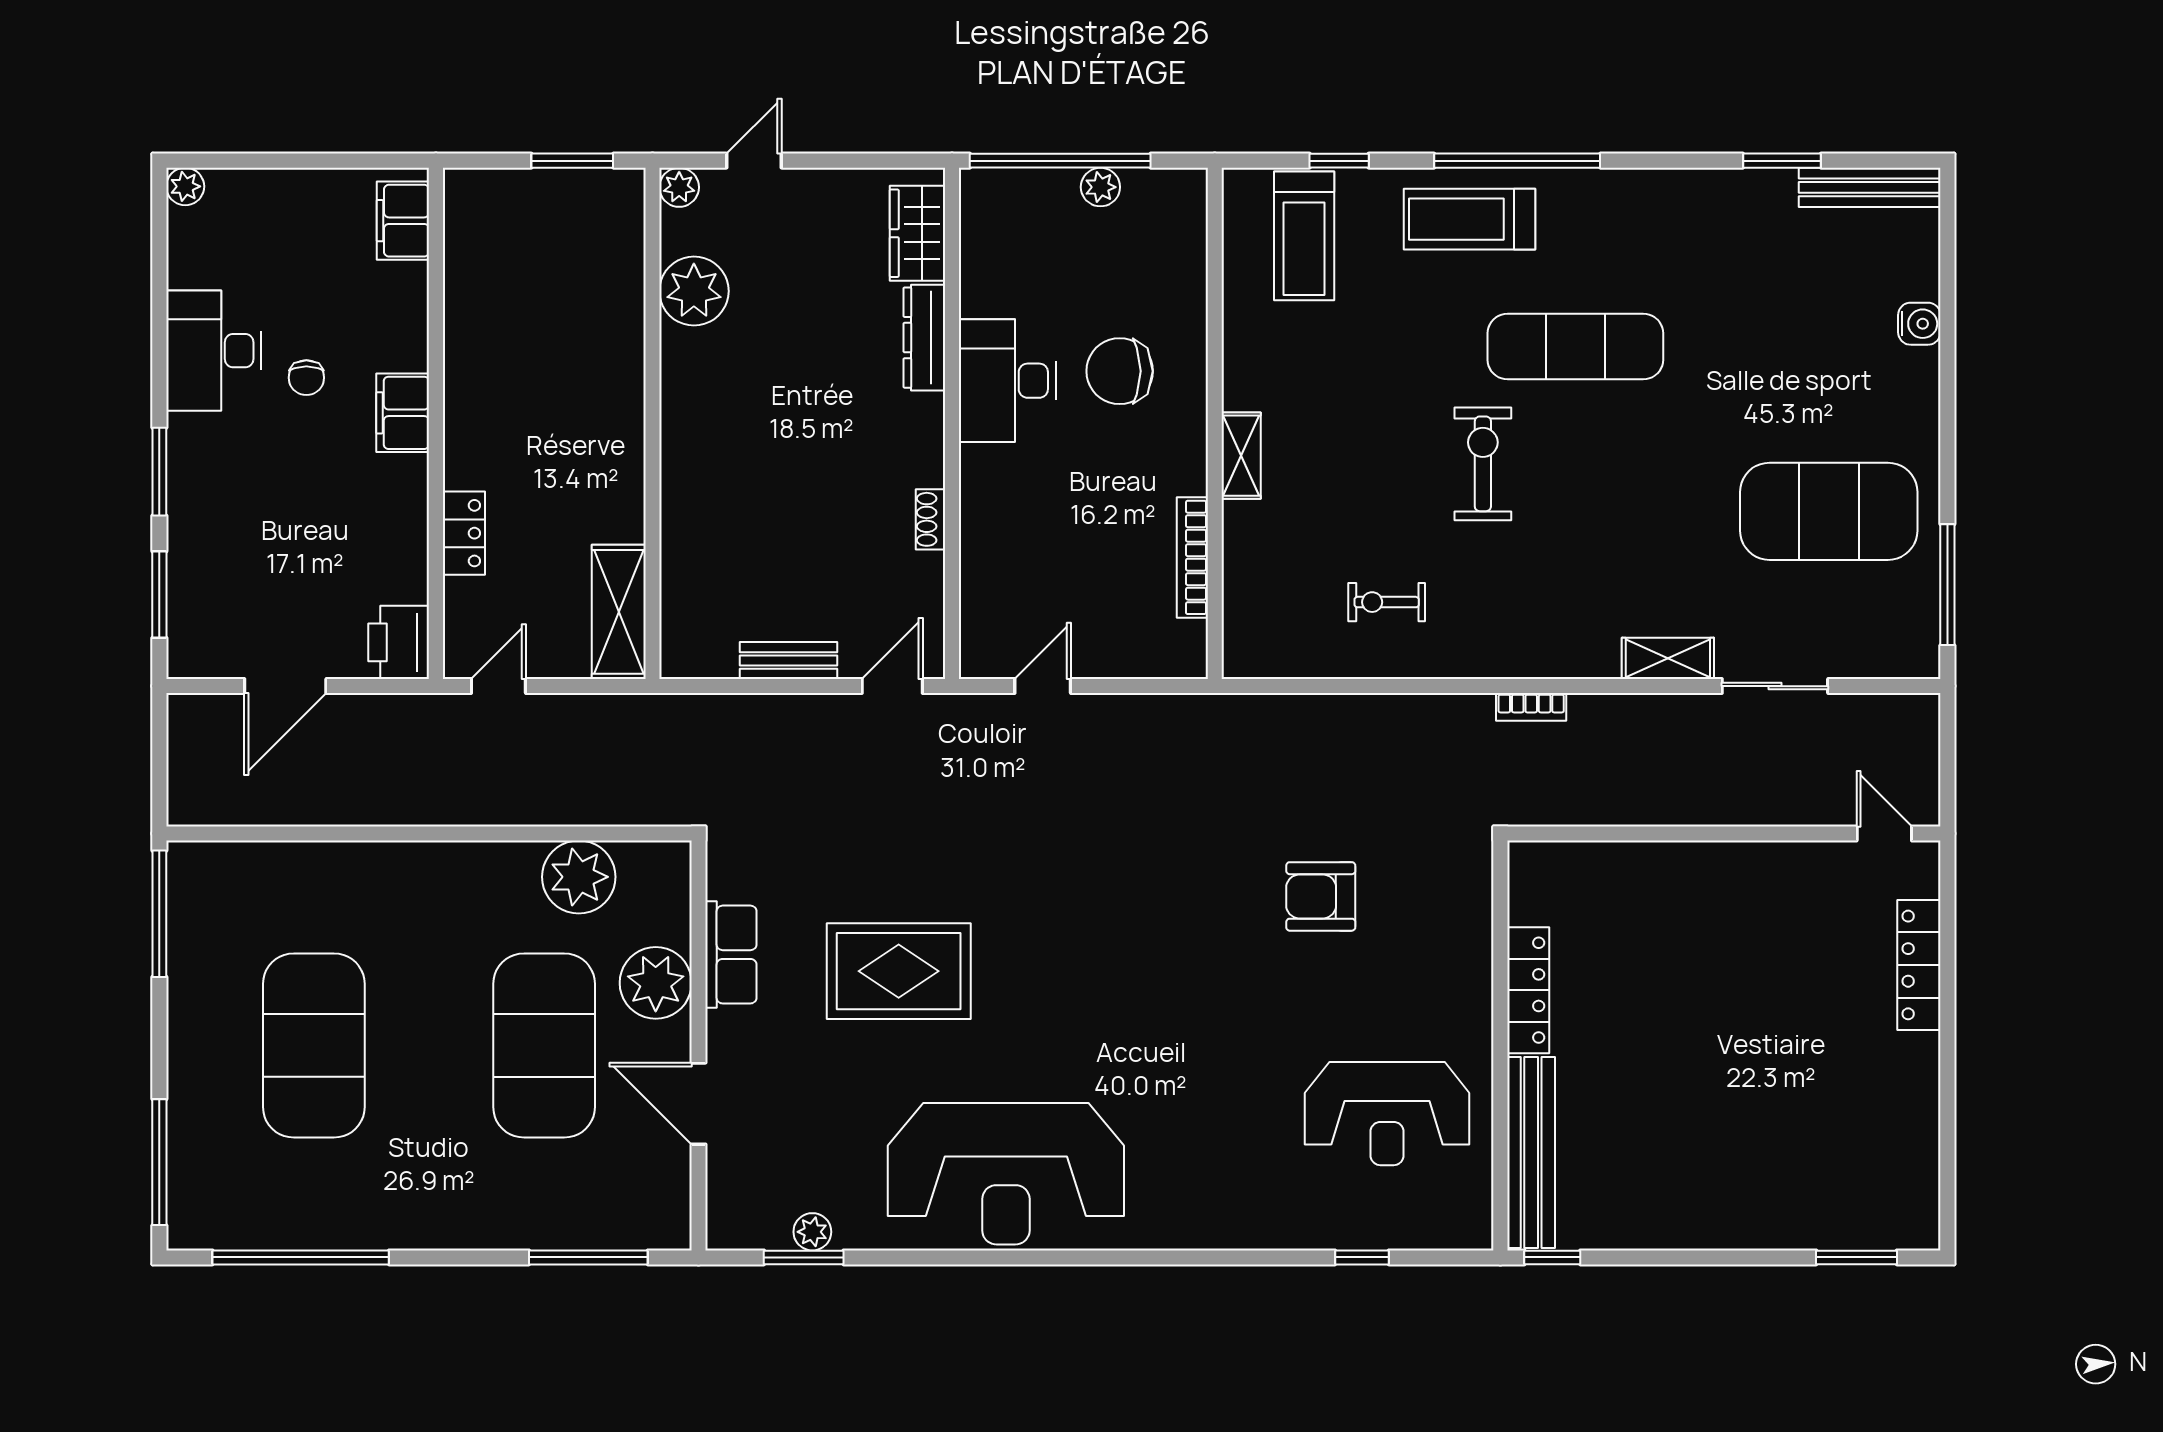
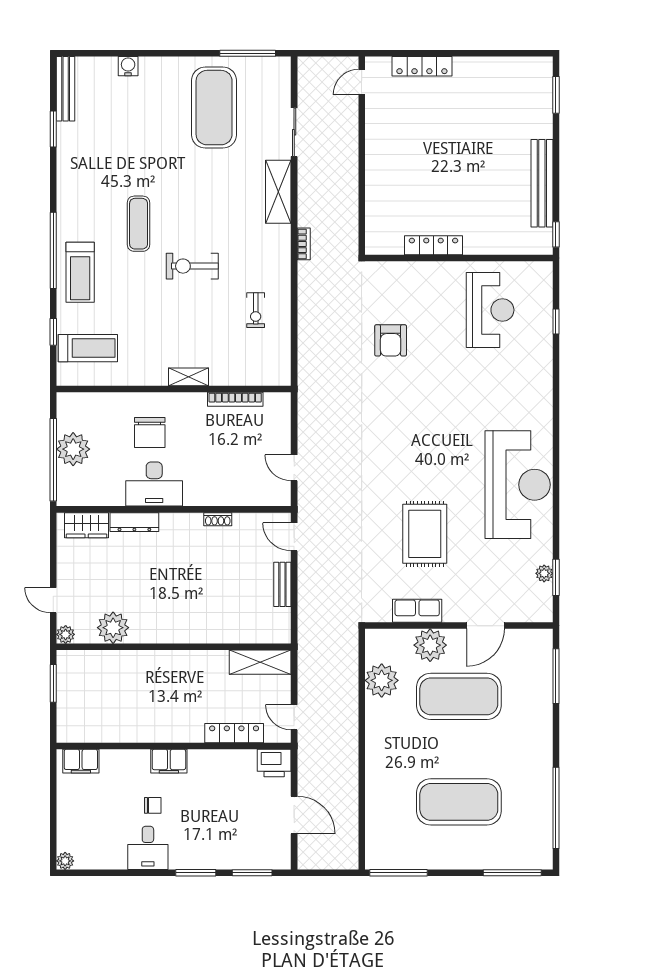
plant: (1100, 187) -> (73, 449), width x1.87, depth x1.87
exercise mat: (1575, 347) -> (139, 224), width x0.73, depth x0.69
desk: (214, 351) -> (148, 848), width x0.73
locker: (464, 533) -> (234, 733), width x1.53
shelving: (1668, 658) -> (278, 192), width x1.50, depth x1.33
bench: (1531, 1153) -> (542, 183), moved, turned 90

